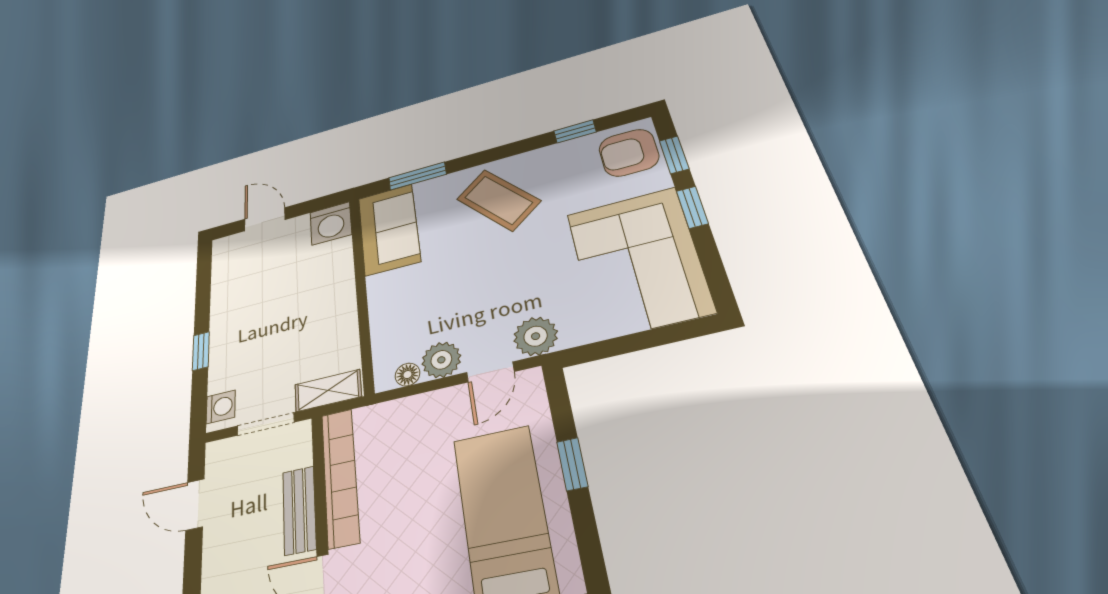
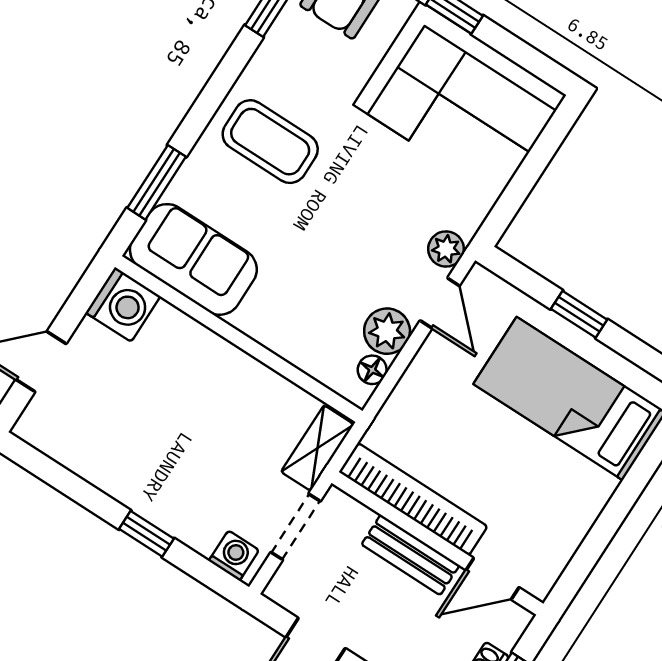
coffee table: (498, 200) -> (270, 142), turned 40
plant: (536, 336) -> (446, 249), width x0.73, depth x0.73

